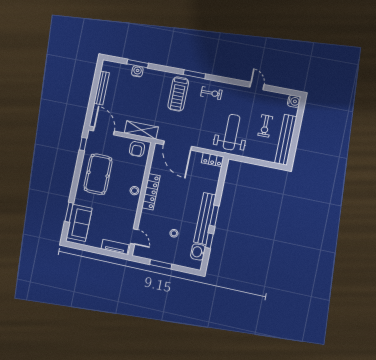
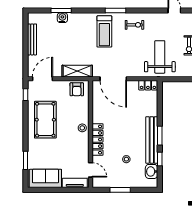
door: (104, 131) -> (42, 79), hinge flipped
locker: (151, 192) -> (98, 140), moved
sofa: (79, 223) -> (45, 178), moved, turned -90

